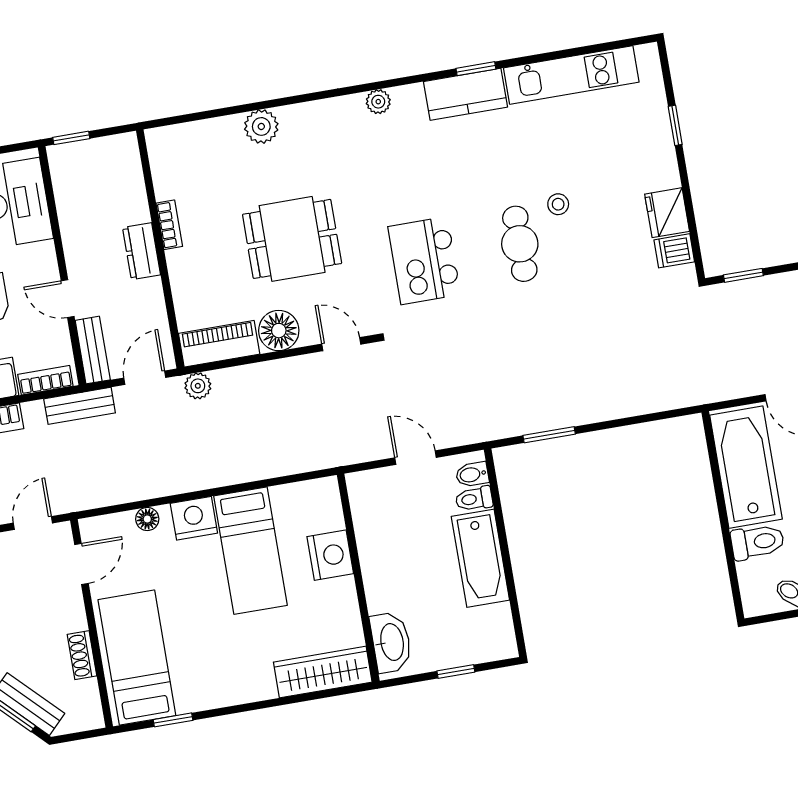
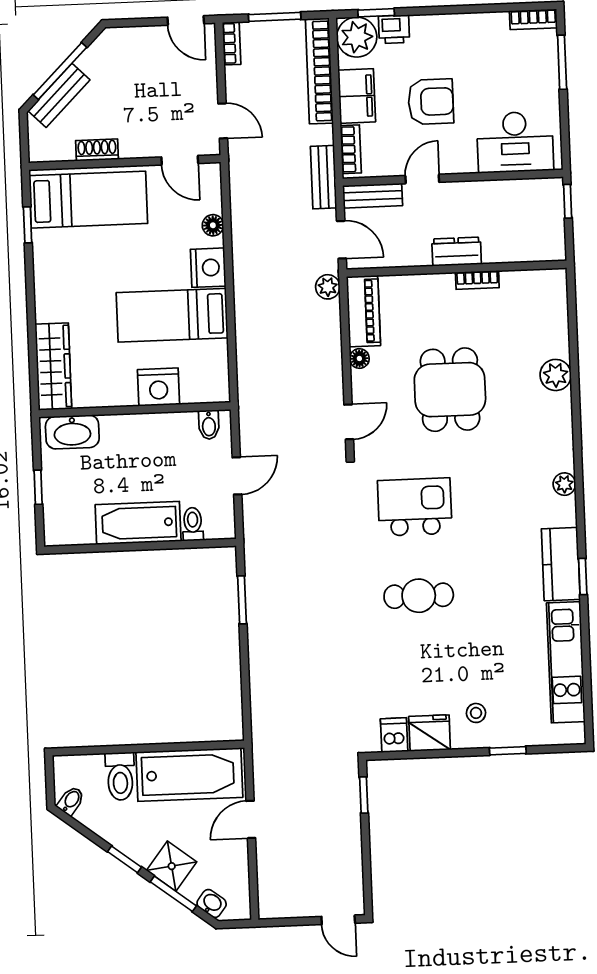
stool: (558, 204) -> (476, 713), moved
floor lamp: (279, 331) -> (359, 359), width x0.53, depth x0.53
bidet: (472, 474) -> (209, 425), moved, turned 180

